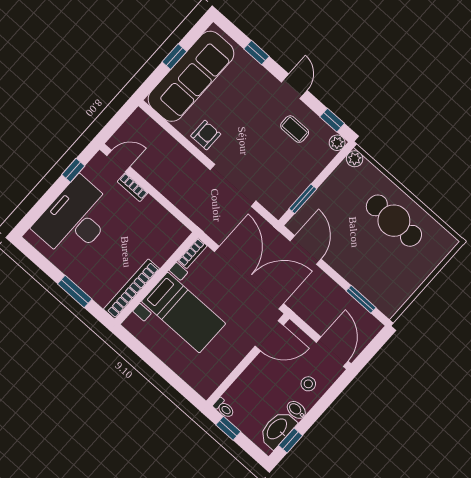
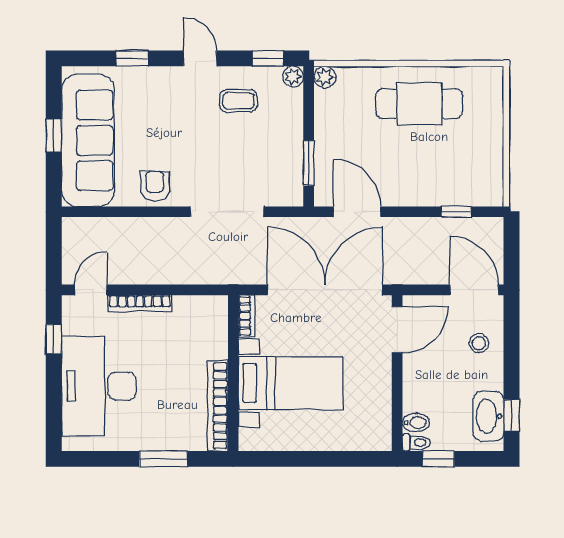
bookcase: (133, 187) -> (140, 303), width x1.56
window: (361, 299) -> (456, 212), width x0.67
bidet: (296, 410) -> (416, 423), moved, turned 180

